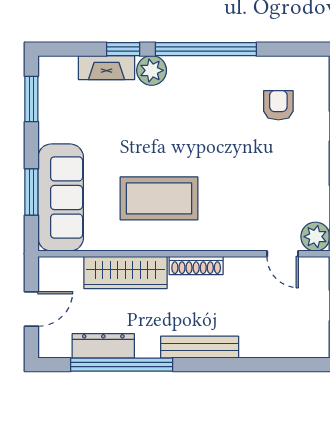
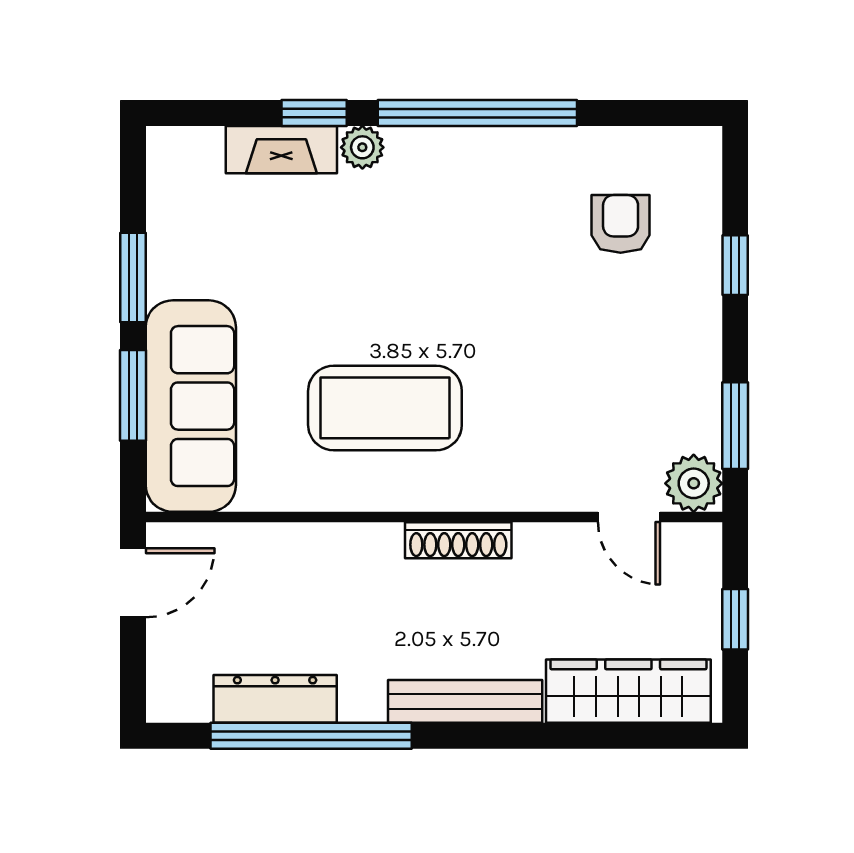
plant: (152, 70) -> (362, 147), width x0.73, depth x0.73
window: (31, 99) -> (133, 278), moved
wardrobe: (125, 272) -> (628, 691), moved, turned 180
door: (31, 309) -> (133, 583), moved

